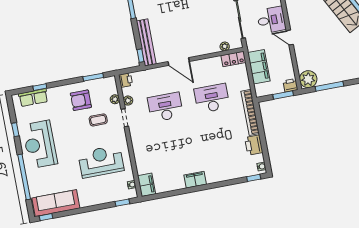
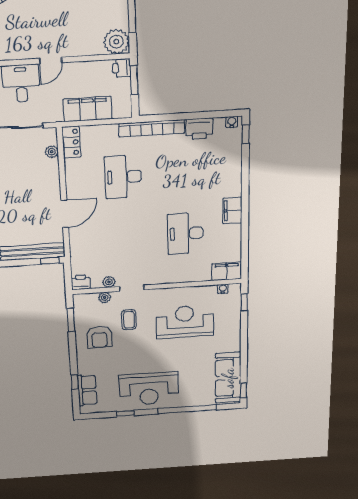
desk: (165, 107) -> (185, 233), moved
reception desk: (101, 162) -> (185, 322), turned 90

